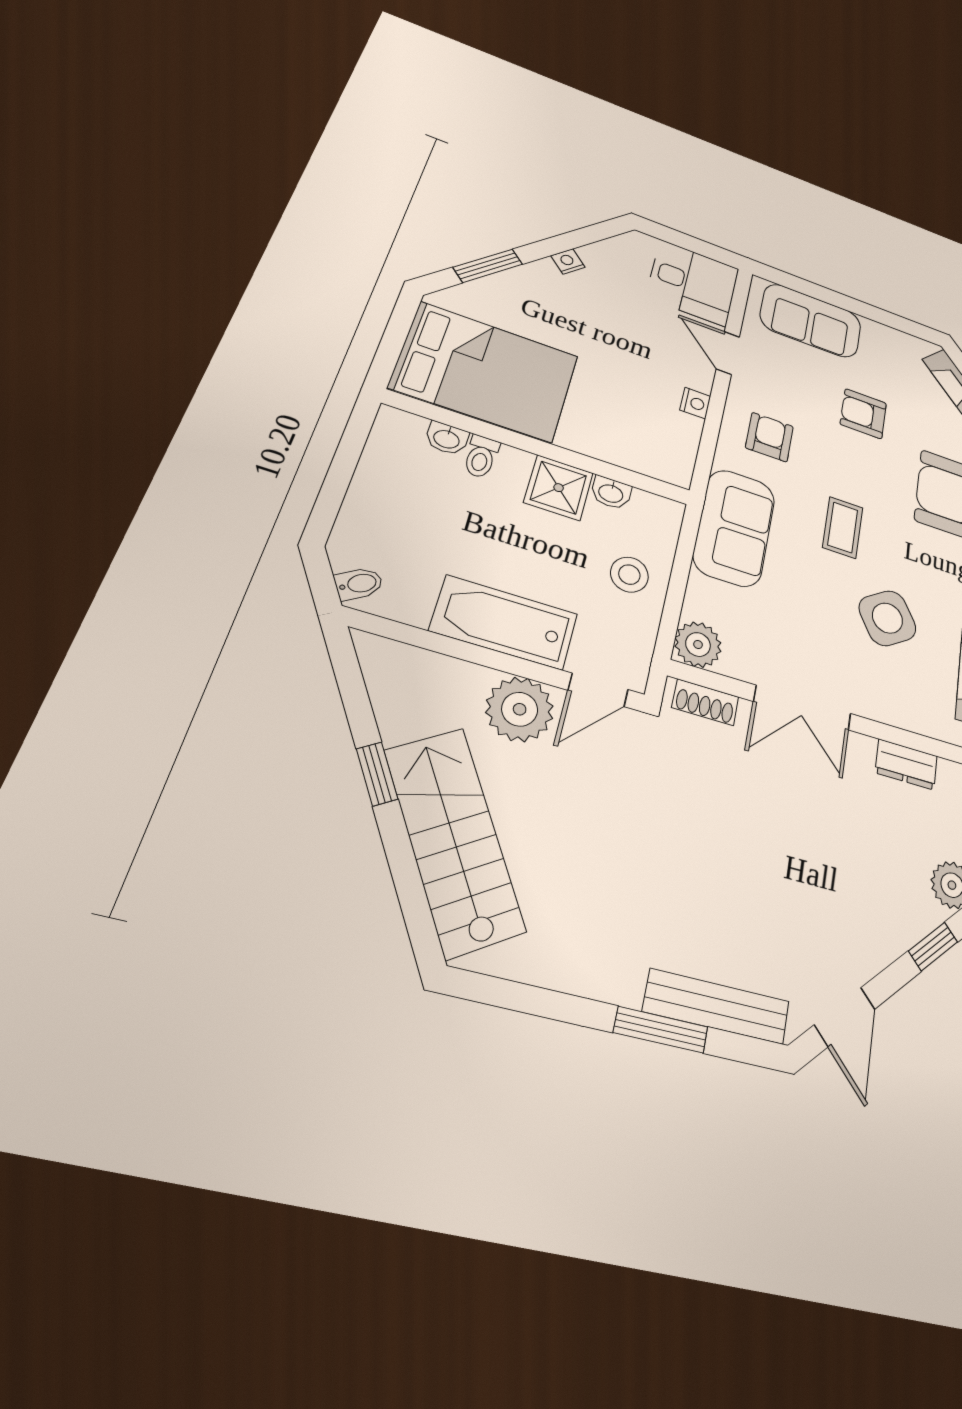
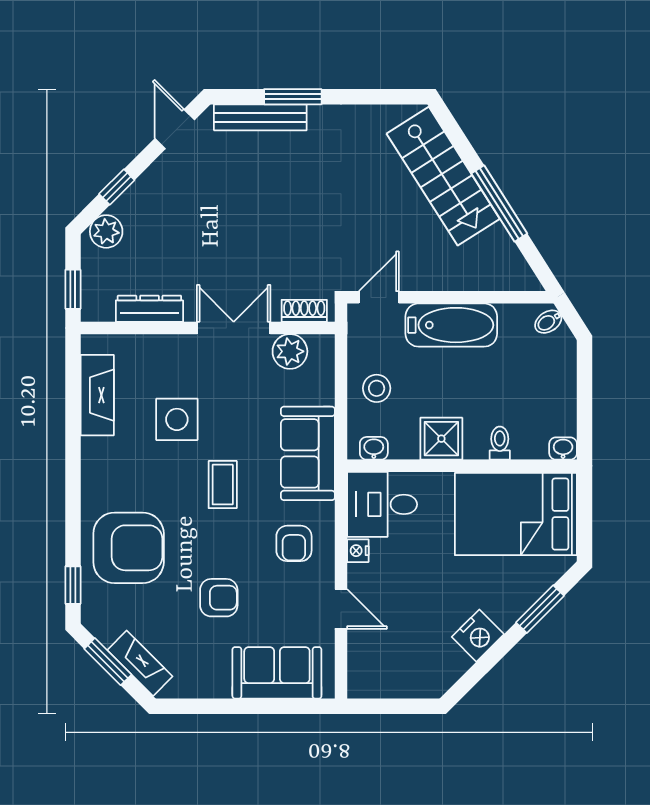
nightstand: (568, 262) -> (478, 636), width x1.89, depth x1.79
desk: (693, 283) -> (382, 504), moved
washbasin: (447, 439) -> (563, 449), moved
washbasin: (611, 493) -> (374, 448), moved
side table: (887, 618) -> (177, 419), turned 33
plant: (698, 644) -> (290, 351), moved
plant: (520, 709) -> (426, 269), removed
dresser: (906, 764) -> (149, 309), width x1.44
window: (377, 774) -> (499, 203), width x2.17

